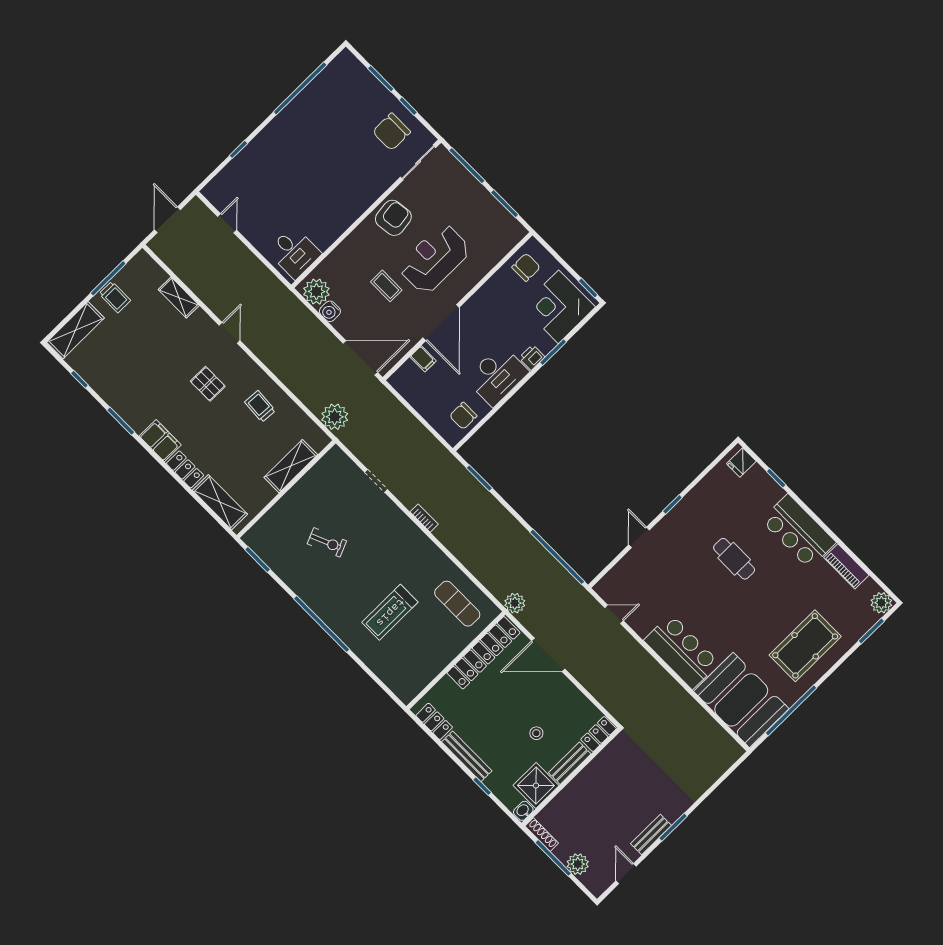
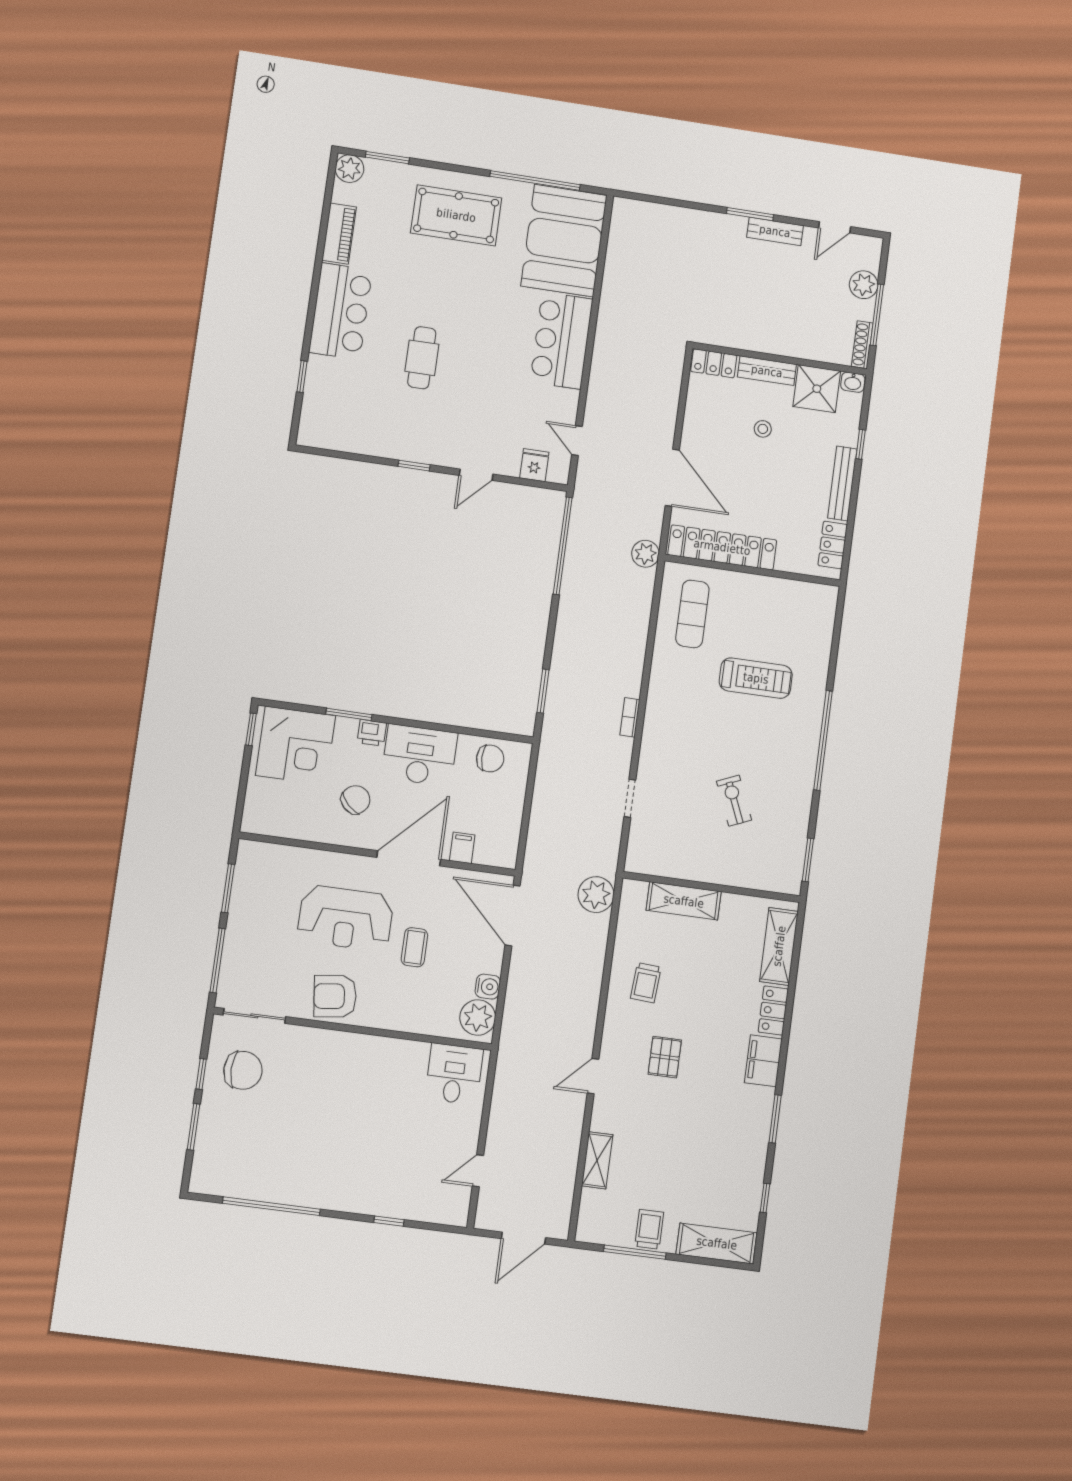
chair: (526, 267) -> (356, 800), moved, turned 135
fridge: (741, 462) -> (534, 465), moved, turned -90

